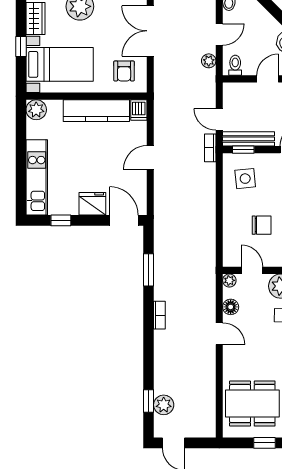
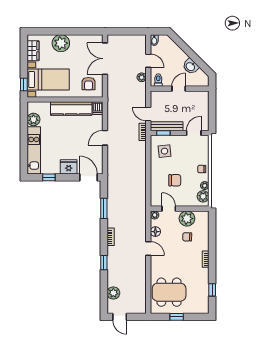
door: (219, 34) -> (148, 61), hinge flipped
window: (21, 46) -> (24, 85), moved
plant: (36, 110) -> (33, 119), moved
window: (149, 401) -> (104, 263), moved

